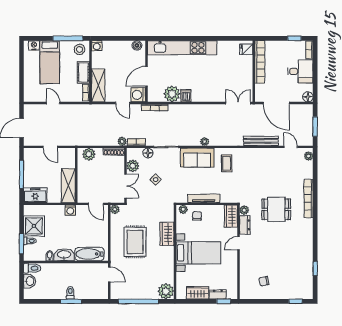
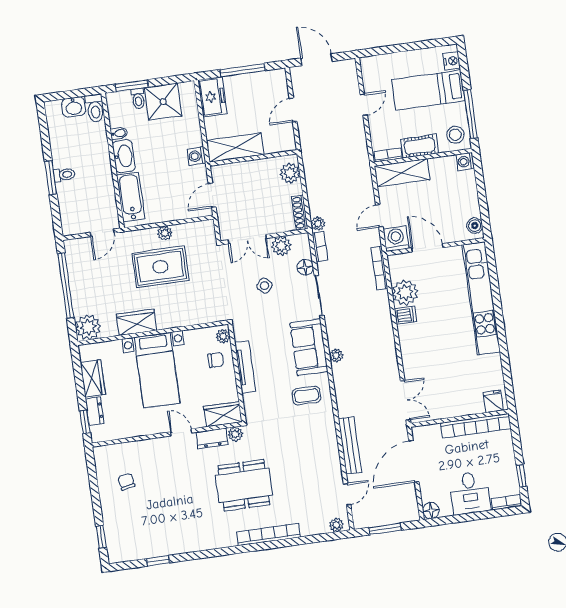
plant: (115, 209) -> (165, 233), moved
dining table: (276, 209) -> (244, 485), width x1.38
wardrobe: (167, 234) -> (137, 322), moved

